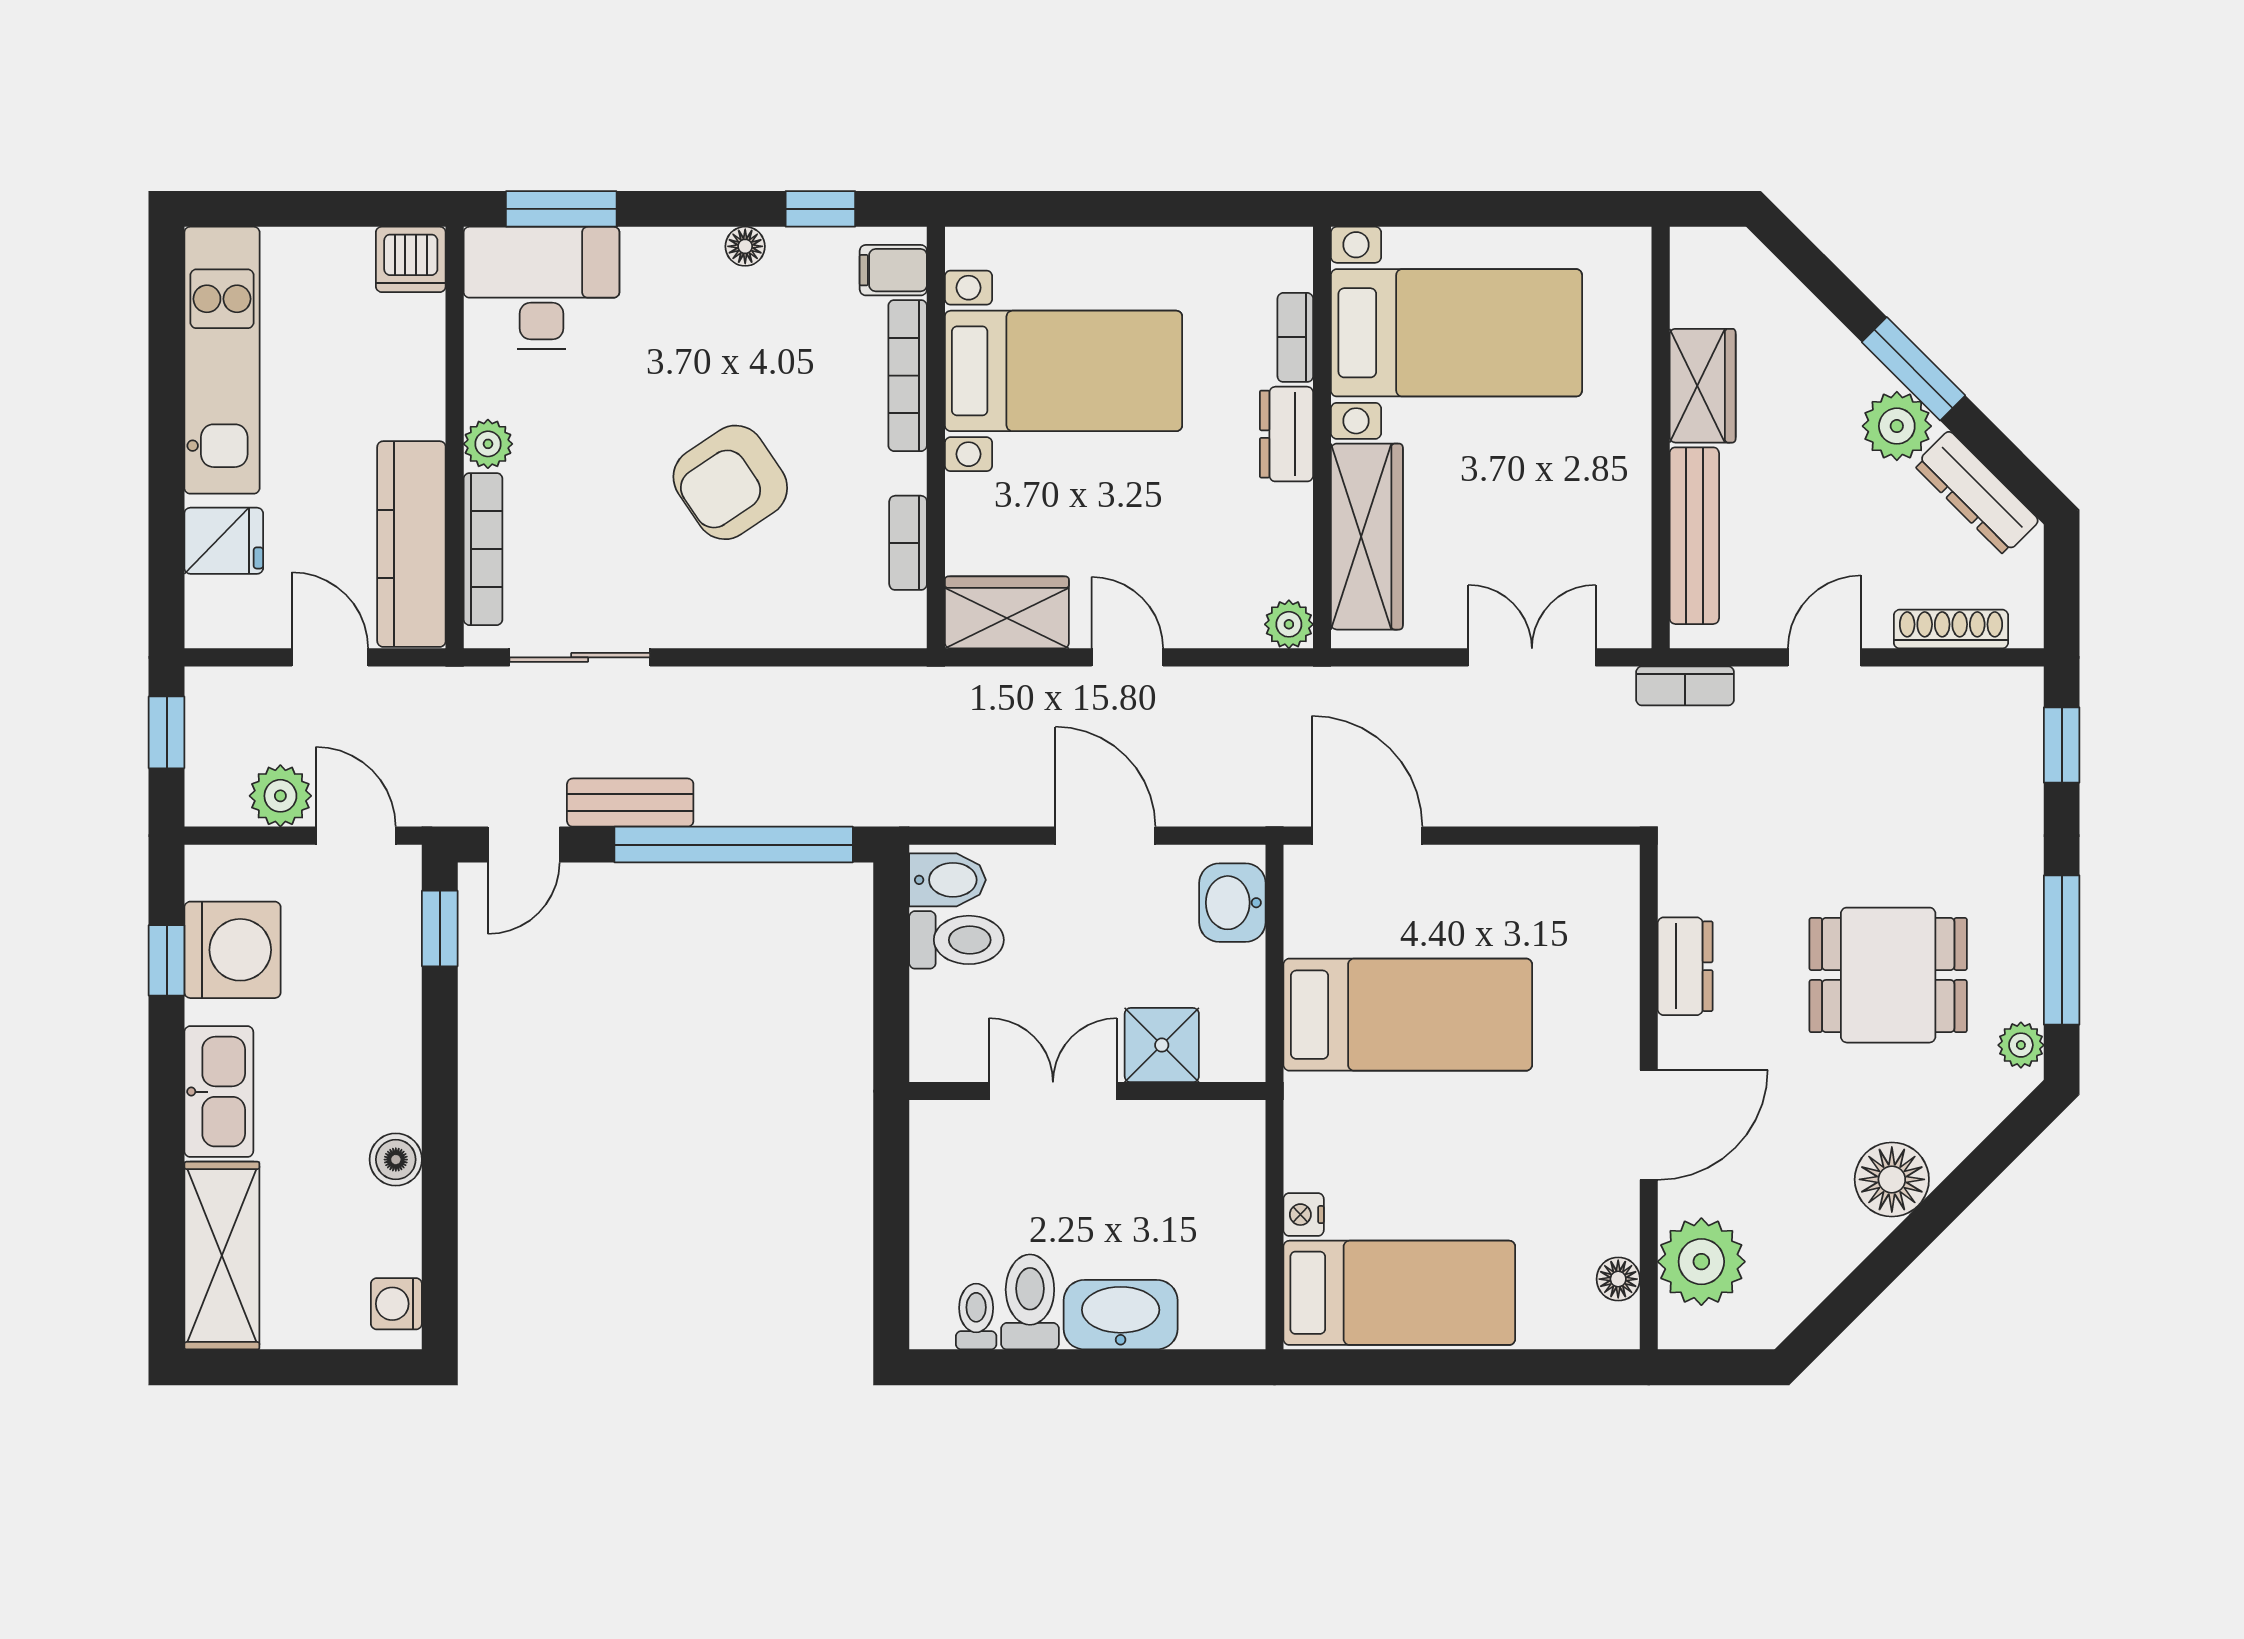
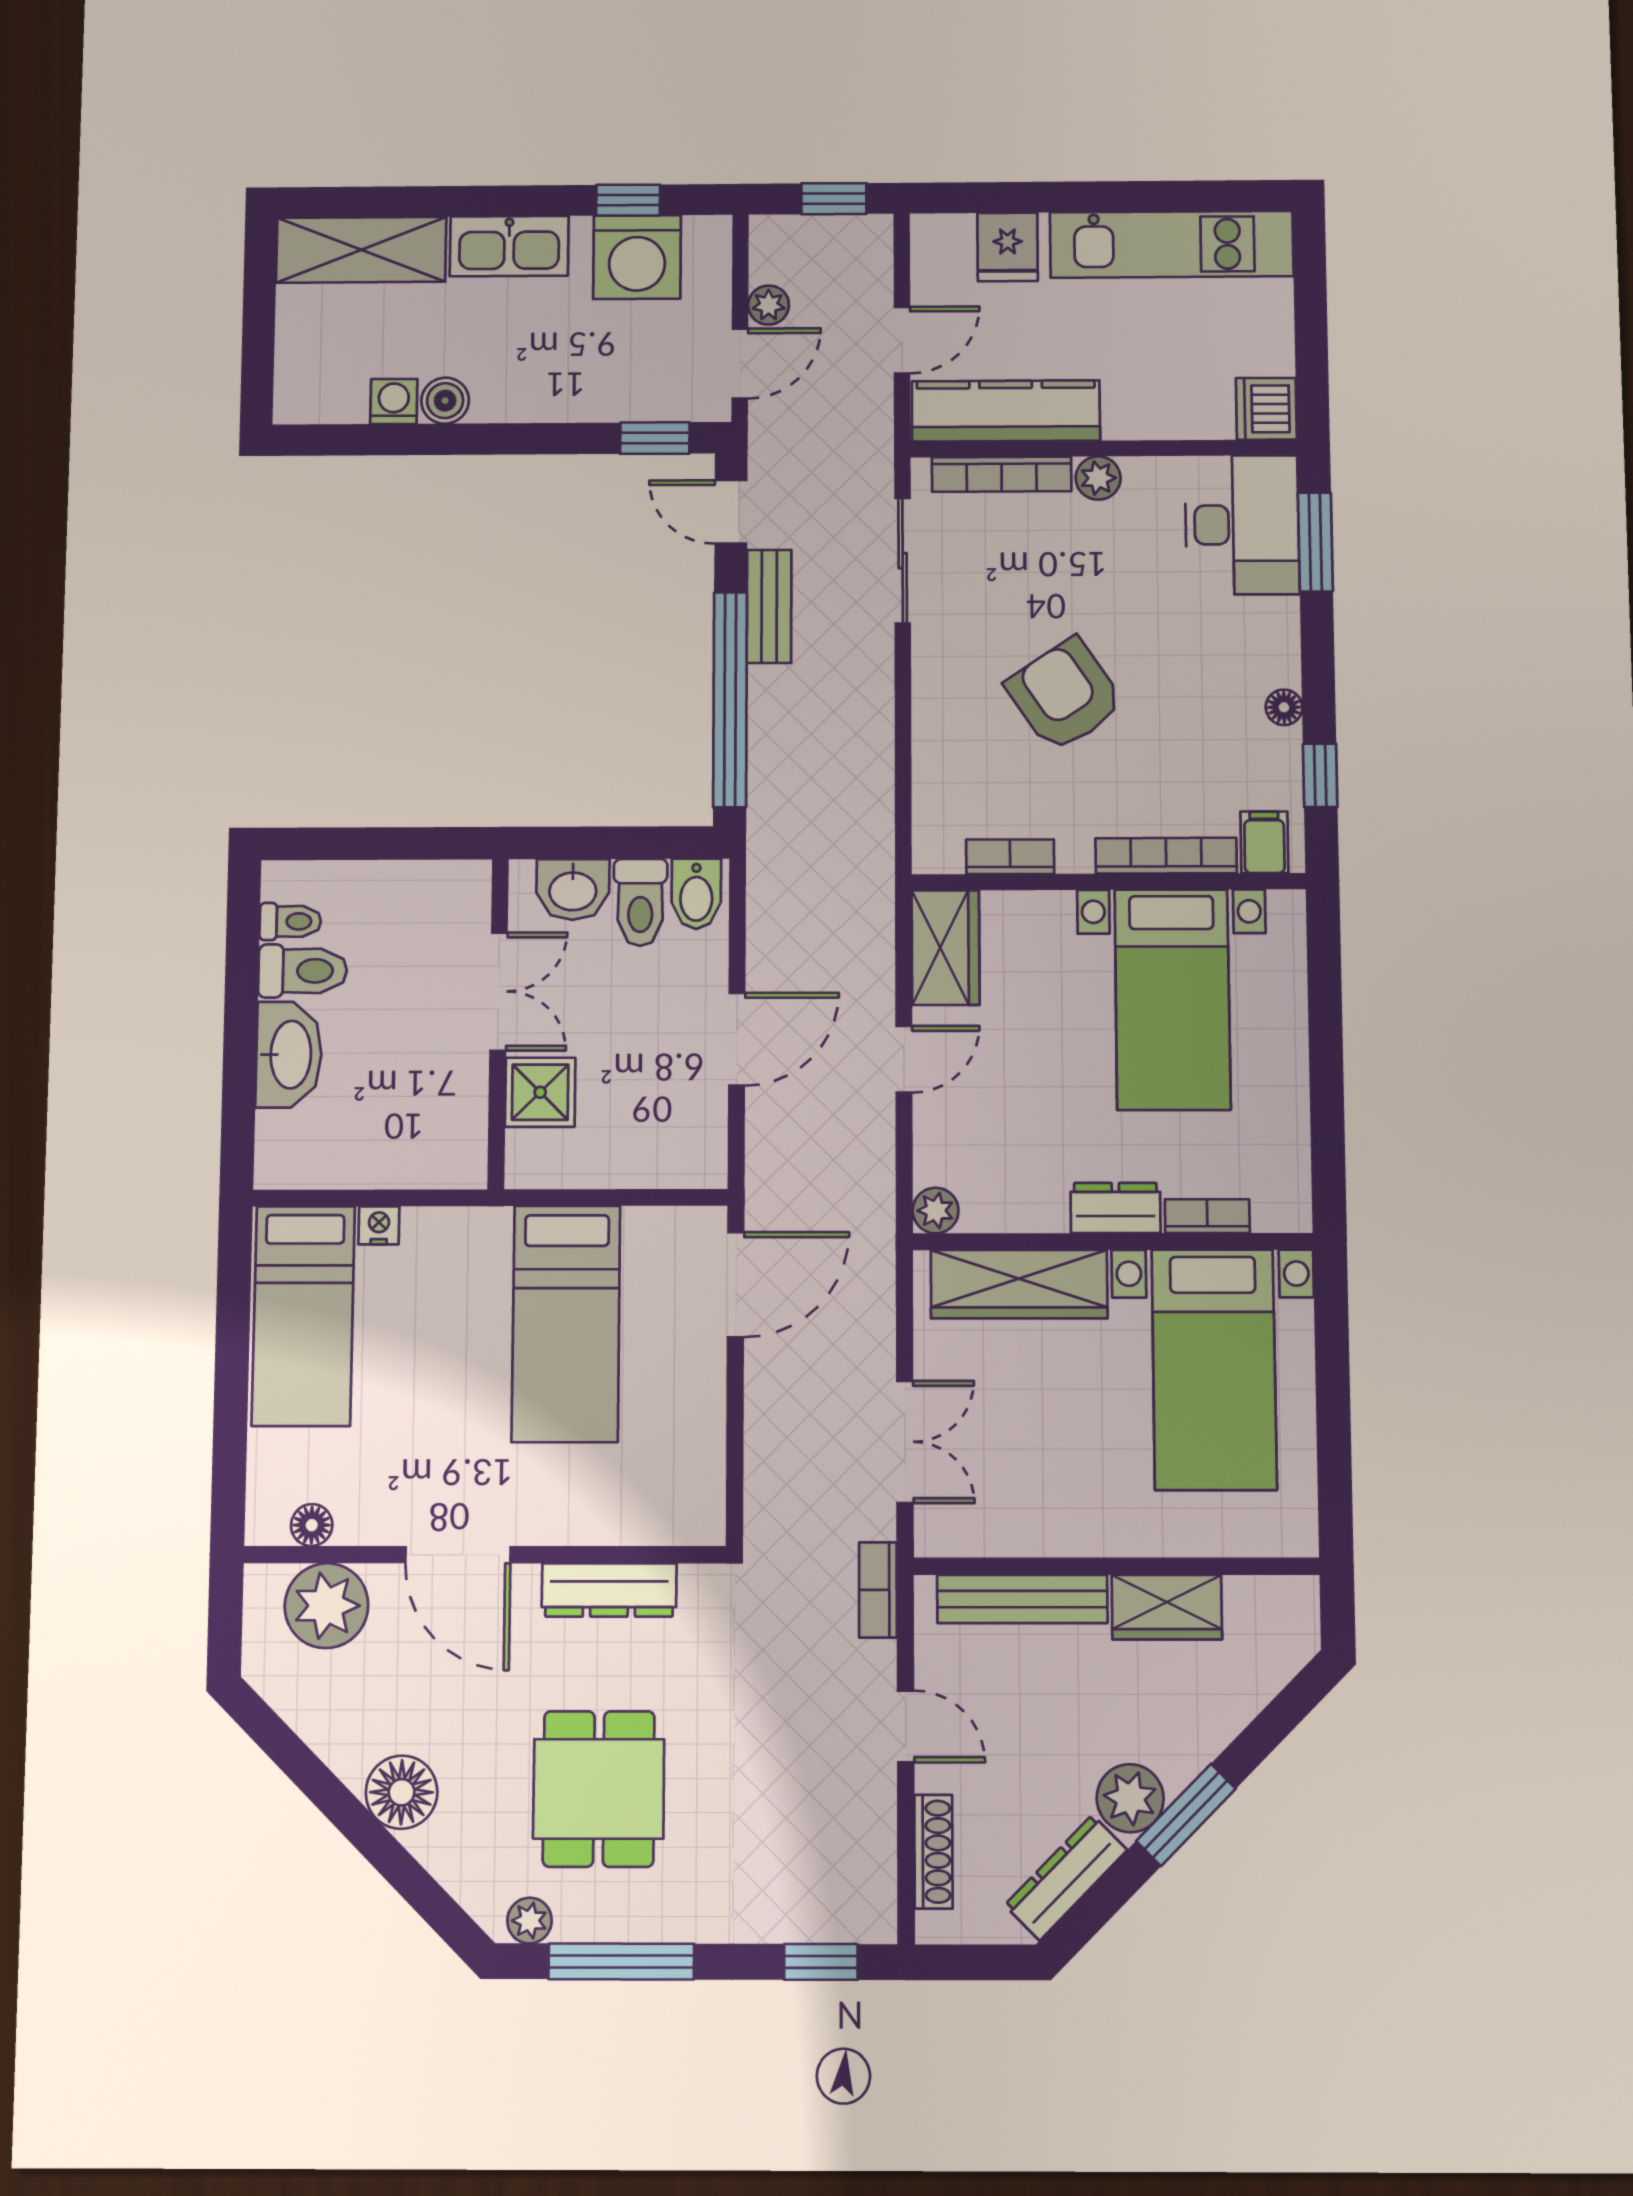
plant: (280, 796) -> (769, 305), width x0.73, depth x0.73
washbasin: (1232, 903) -> (573, 890), moved, turned 180
dresser: (1685, 966) -> (609, 1590), width x1.44
washing machine: (396, 1304) -> (394, 401), moved

